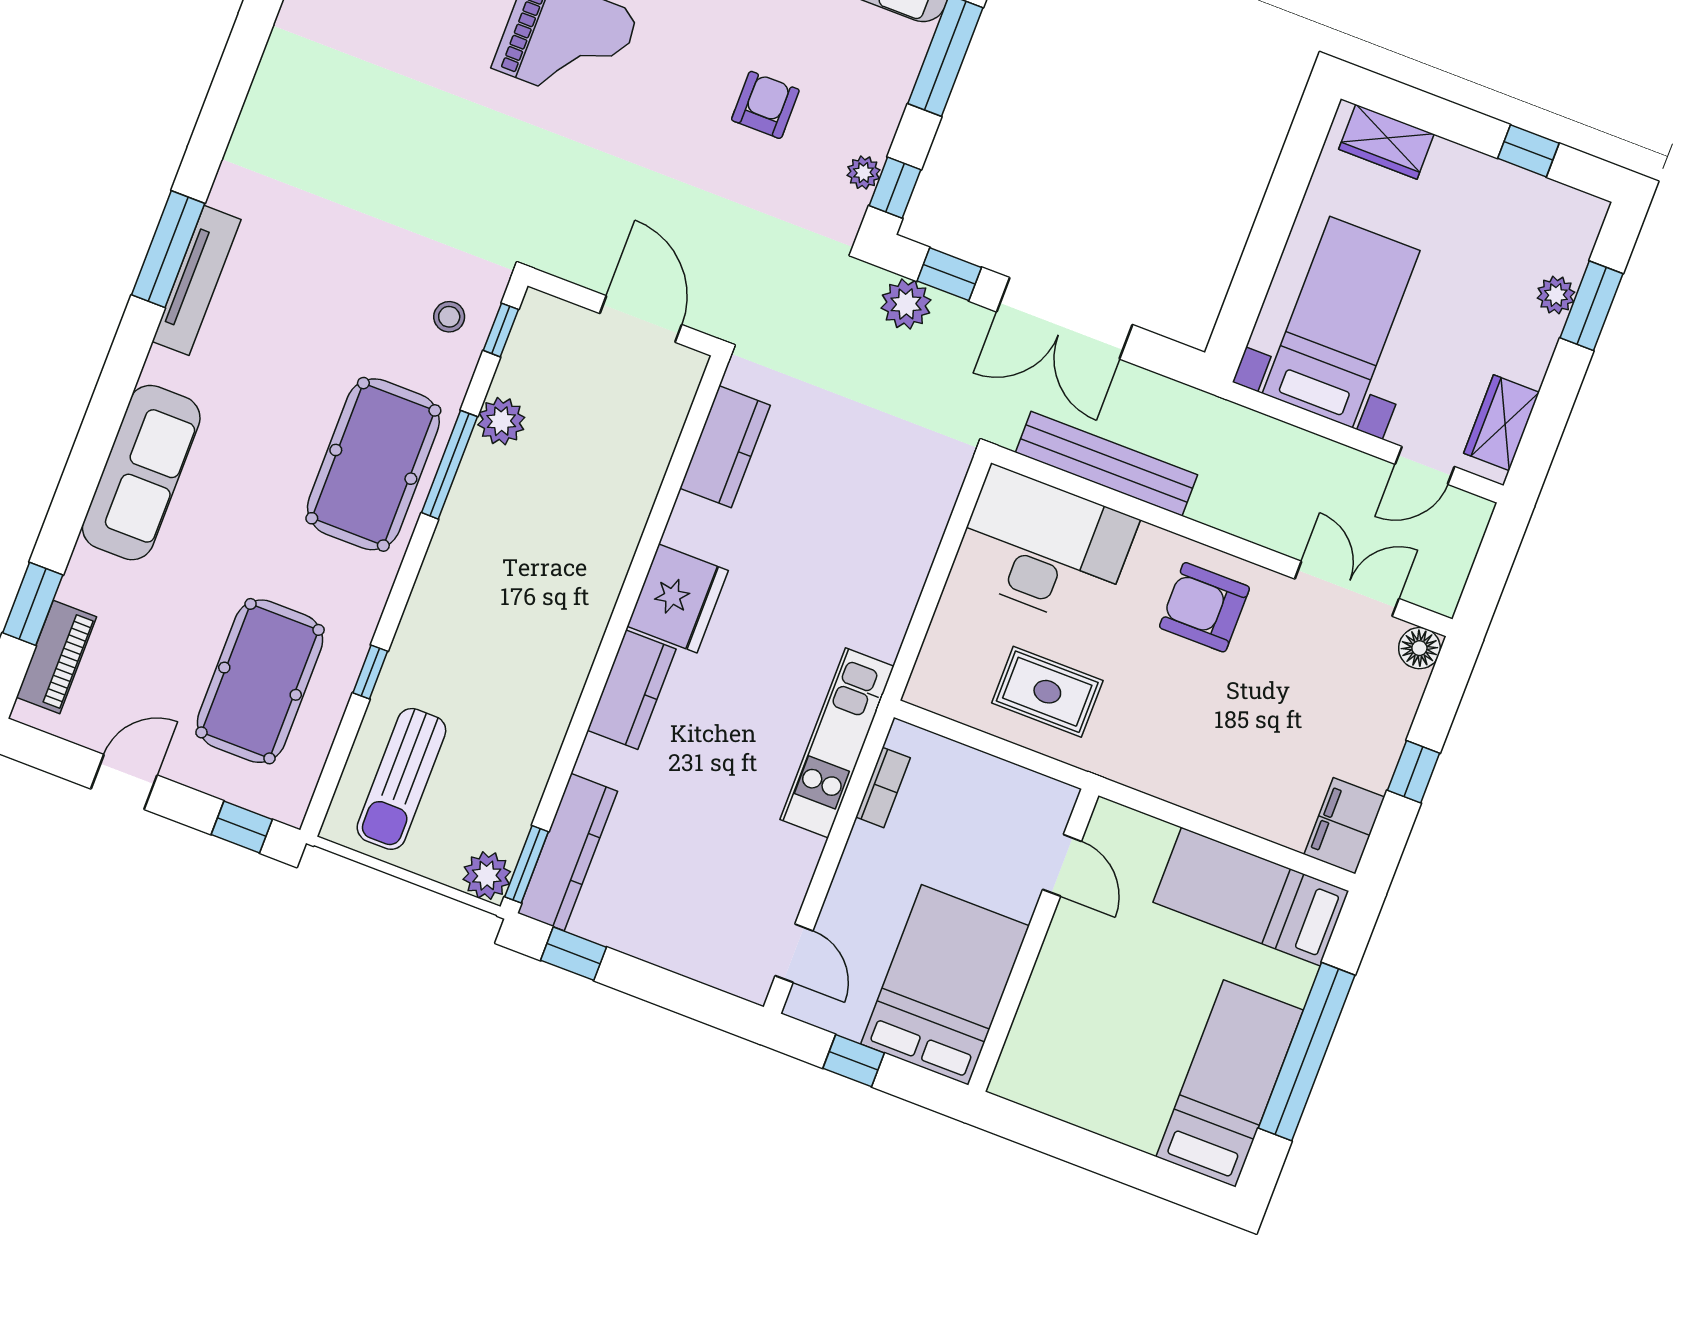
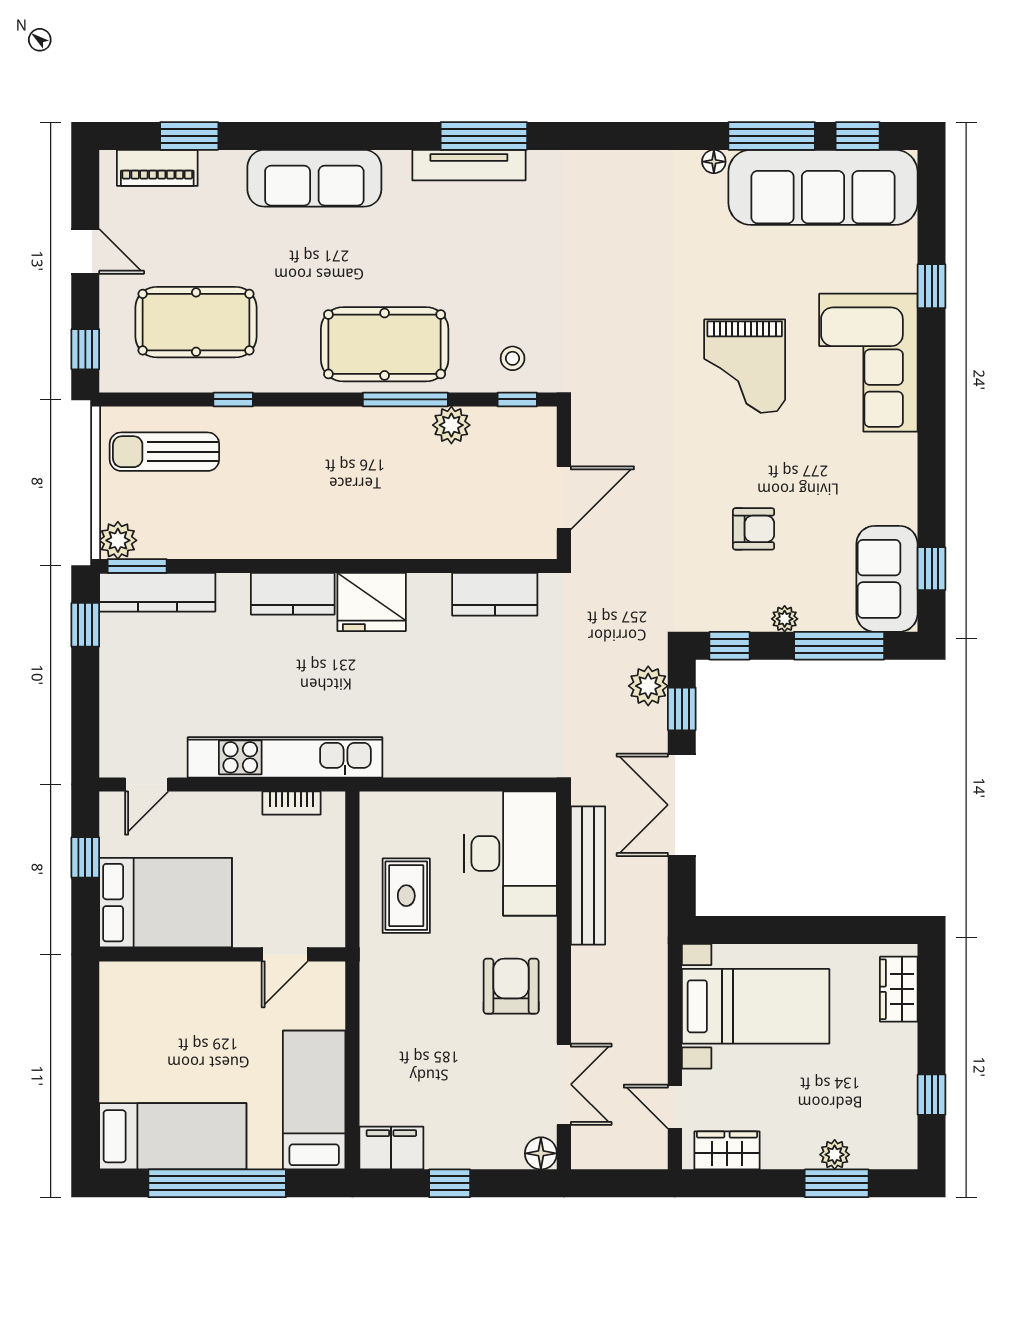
plant: (864, 173) -> (785, 619), moved
kitchen unit: (837, 743) -> (285, 757), width x1.36

